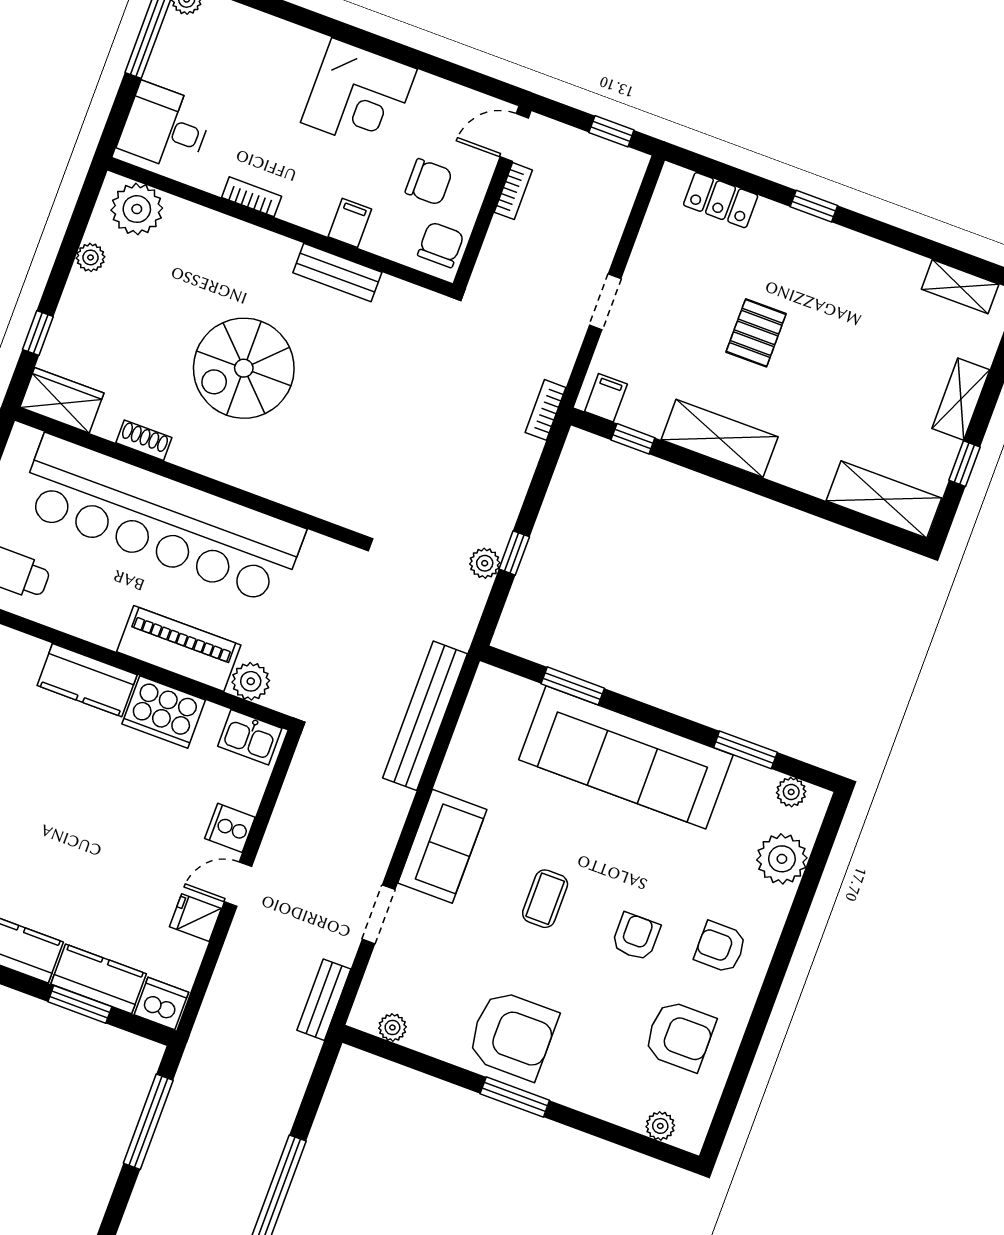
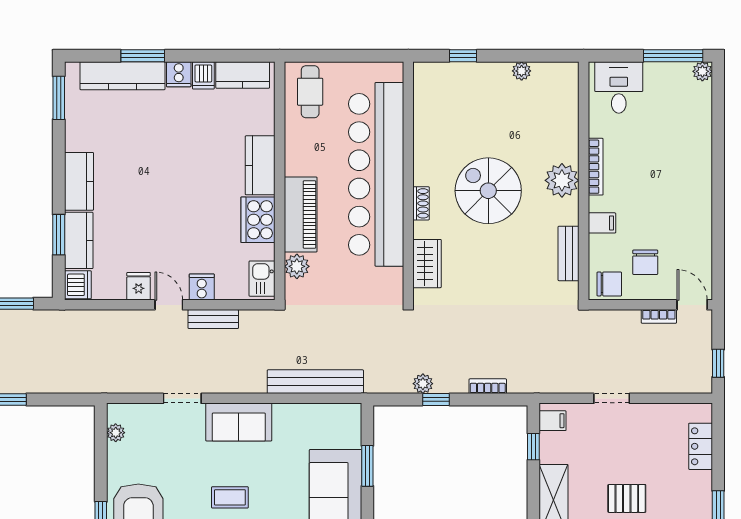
corner desk: (359, 96) -> (682, 200), removed
bookcase: (252, 197) -> (596, 167), width x1.56
plant: (137, 209) -> (562, 180), moved
bench: (337, 272) -> (569, 253), moved
wardrobe: (62, 400) -> (427, 264), moved
bookcase: (546, 410) -> (488, 386), moved
shoe rack: (144, 440) -> (421, 203), moved
bench: (324, 1000) -> (213, 319), moved

